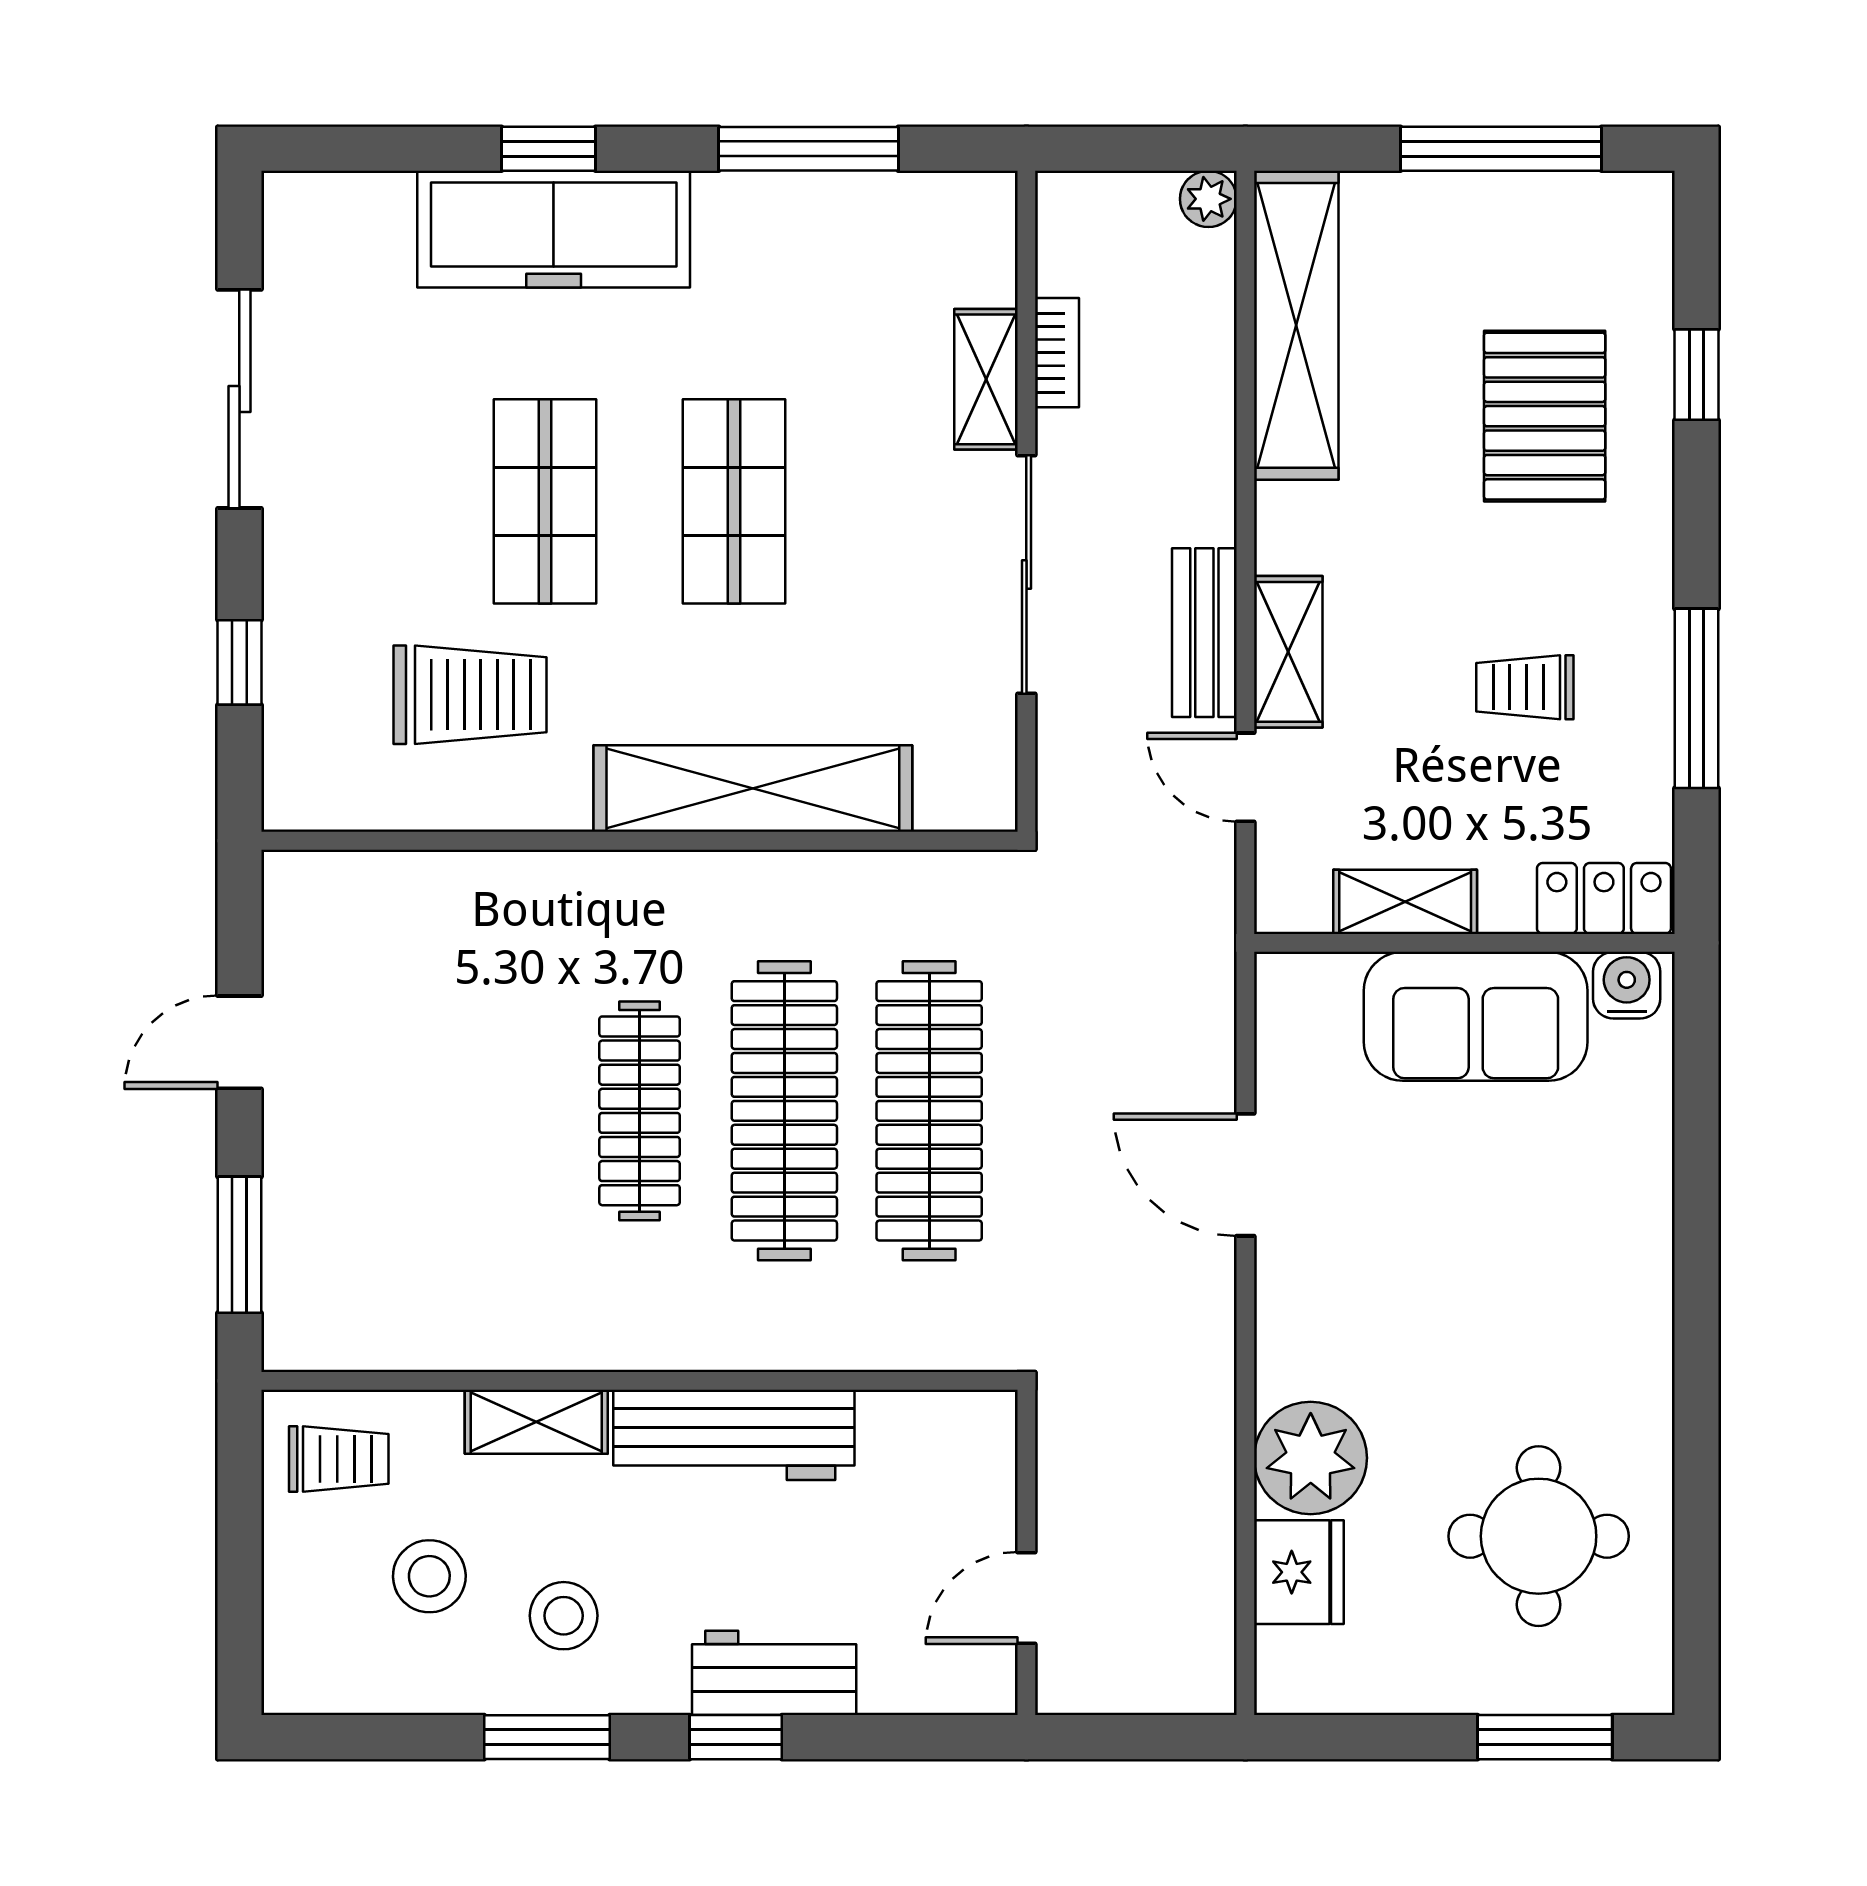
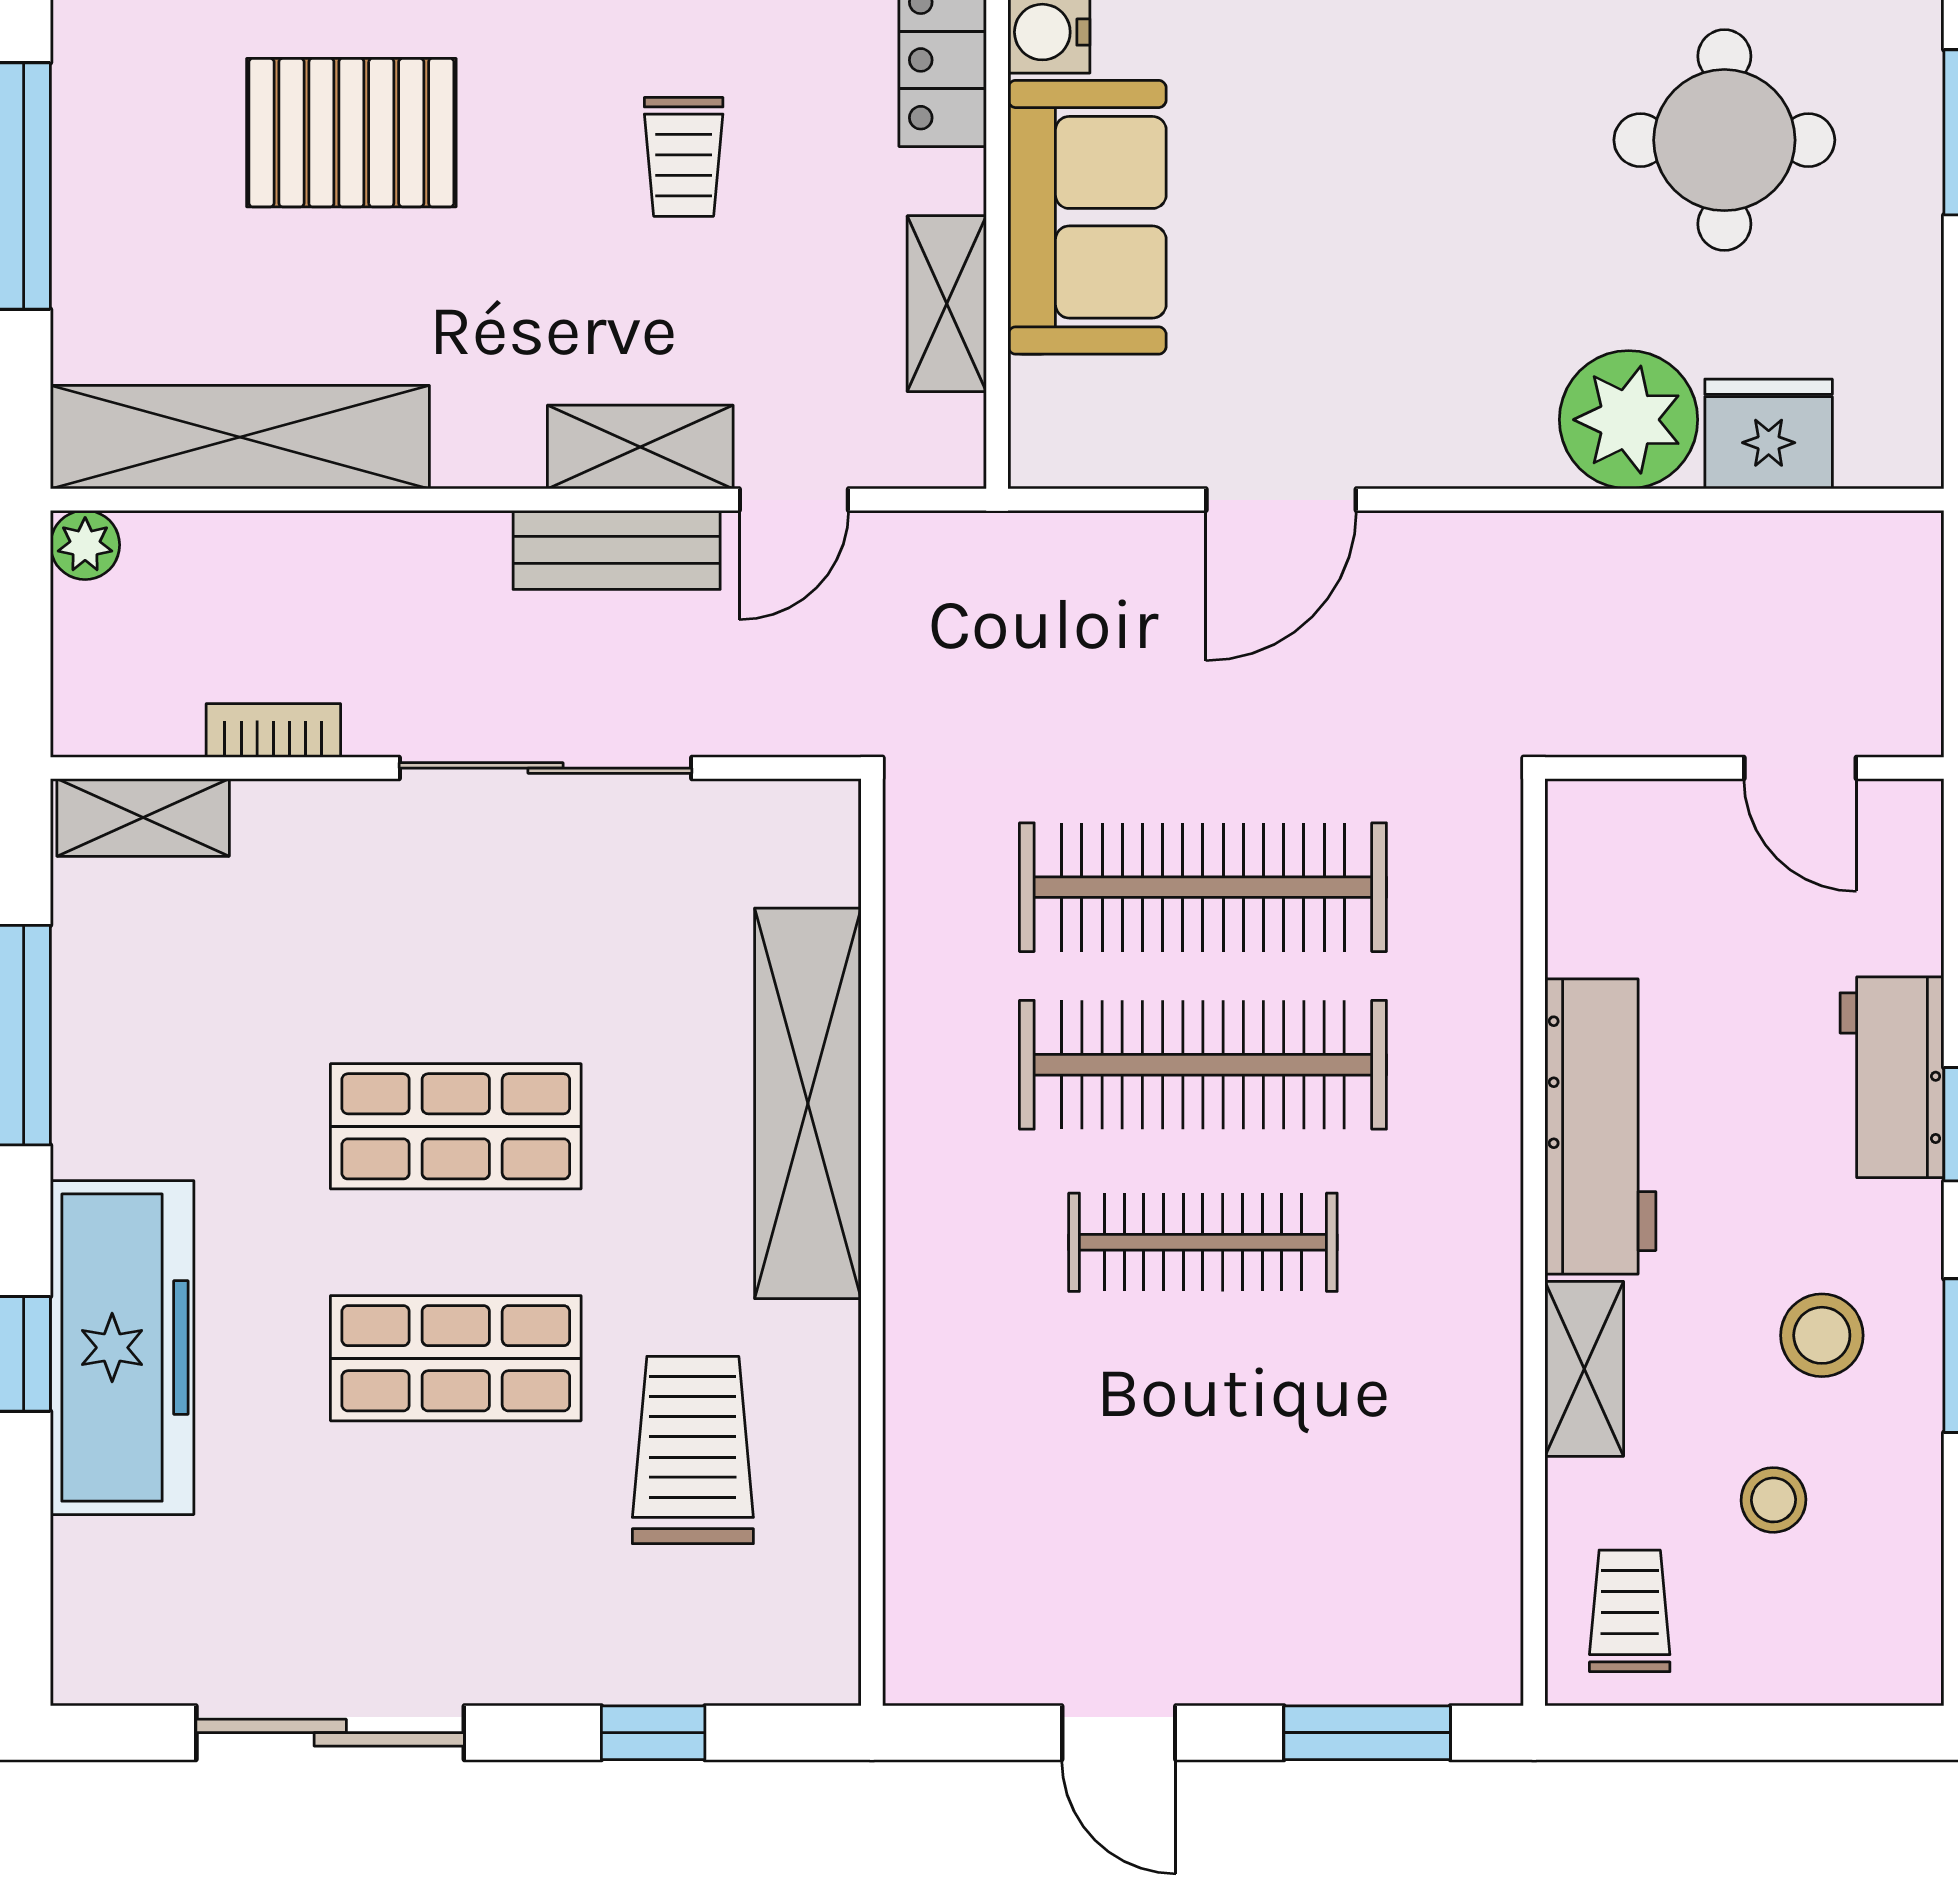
shelving: (986, 379) -> (143, 818), moved
stool: (429, 1576) -> (1773, 1500), width x0.73, depth x0.73

